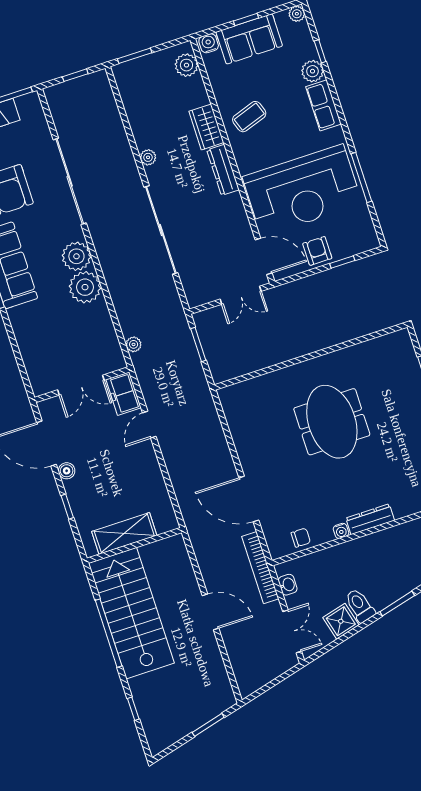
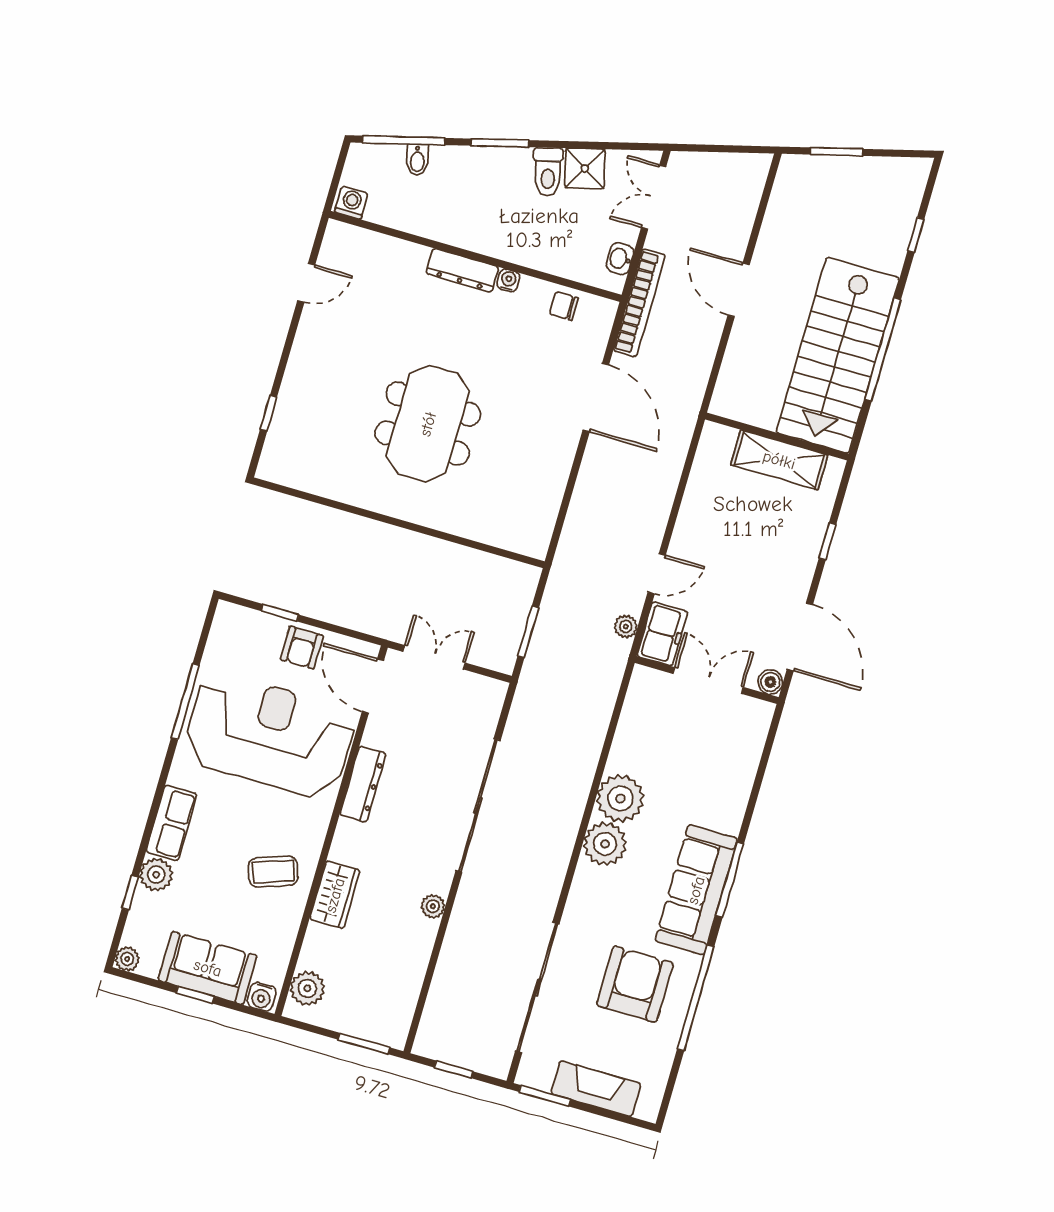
dresser: (223, 170) -> (363, 784), moved
sliding door: (70, 181) -> (537, 988), moved
plant: (134, 344) -> (626, 627), moved
boiler: (67, 471) -> (770, 682), moved

